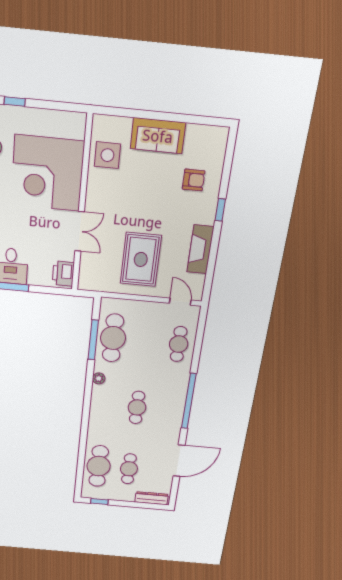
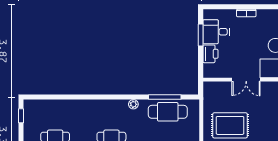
printer: (63, 274) -> (210, 54), moved, turned 90
cafe table: (99, 466) -> (55, 112), removed

